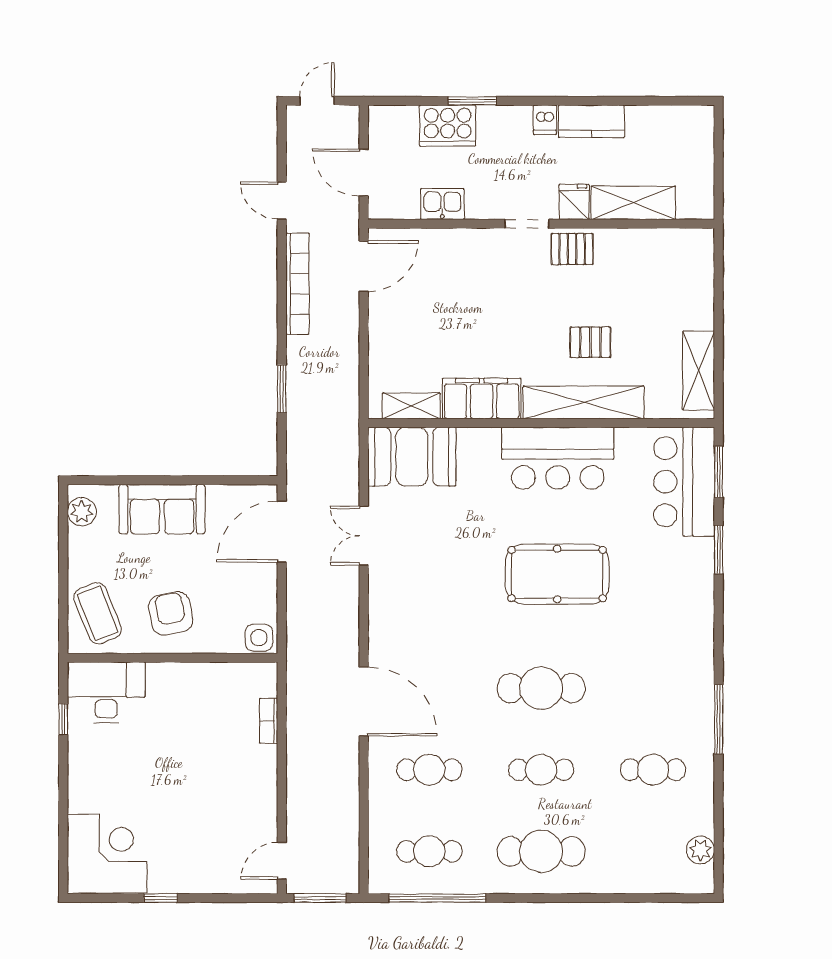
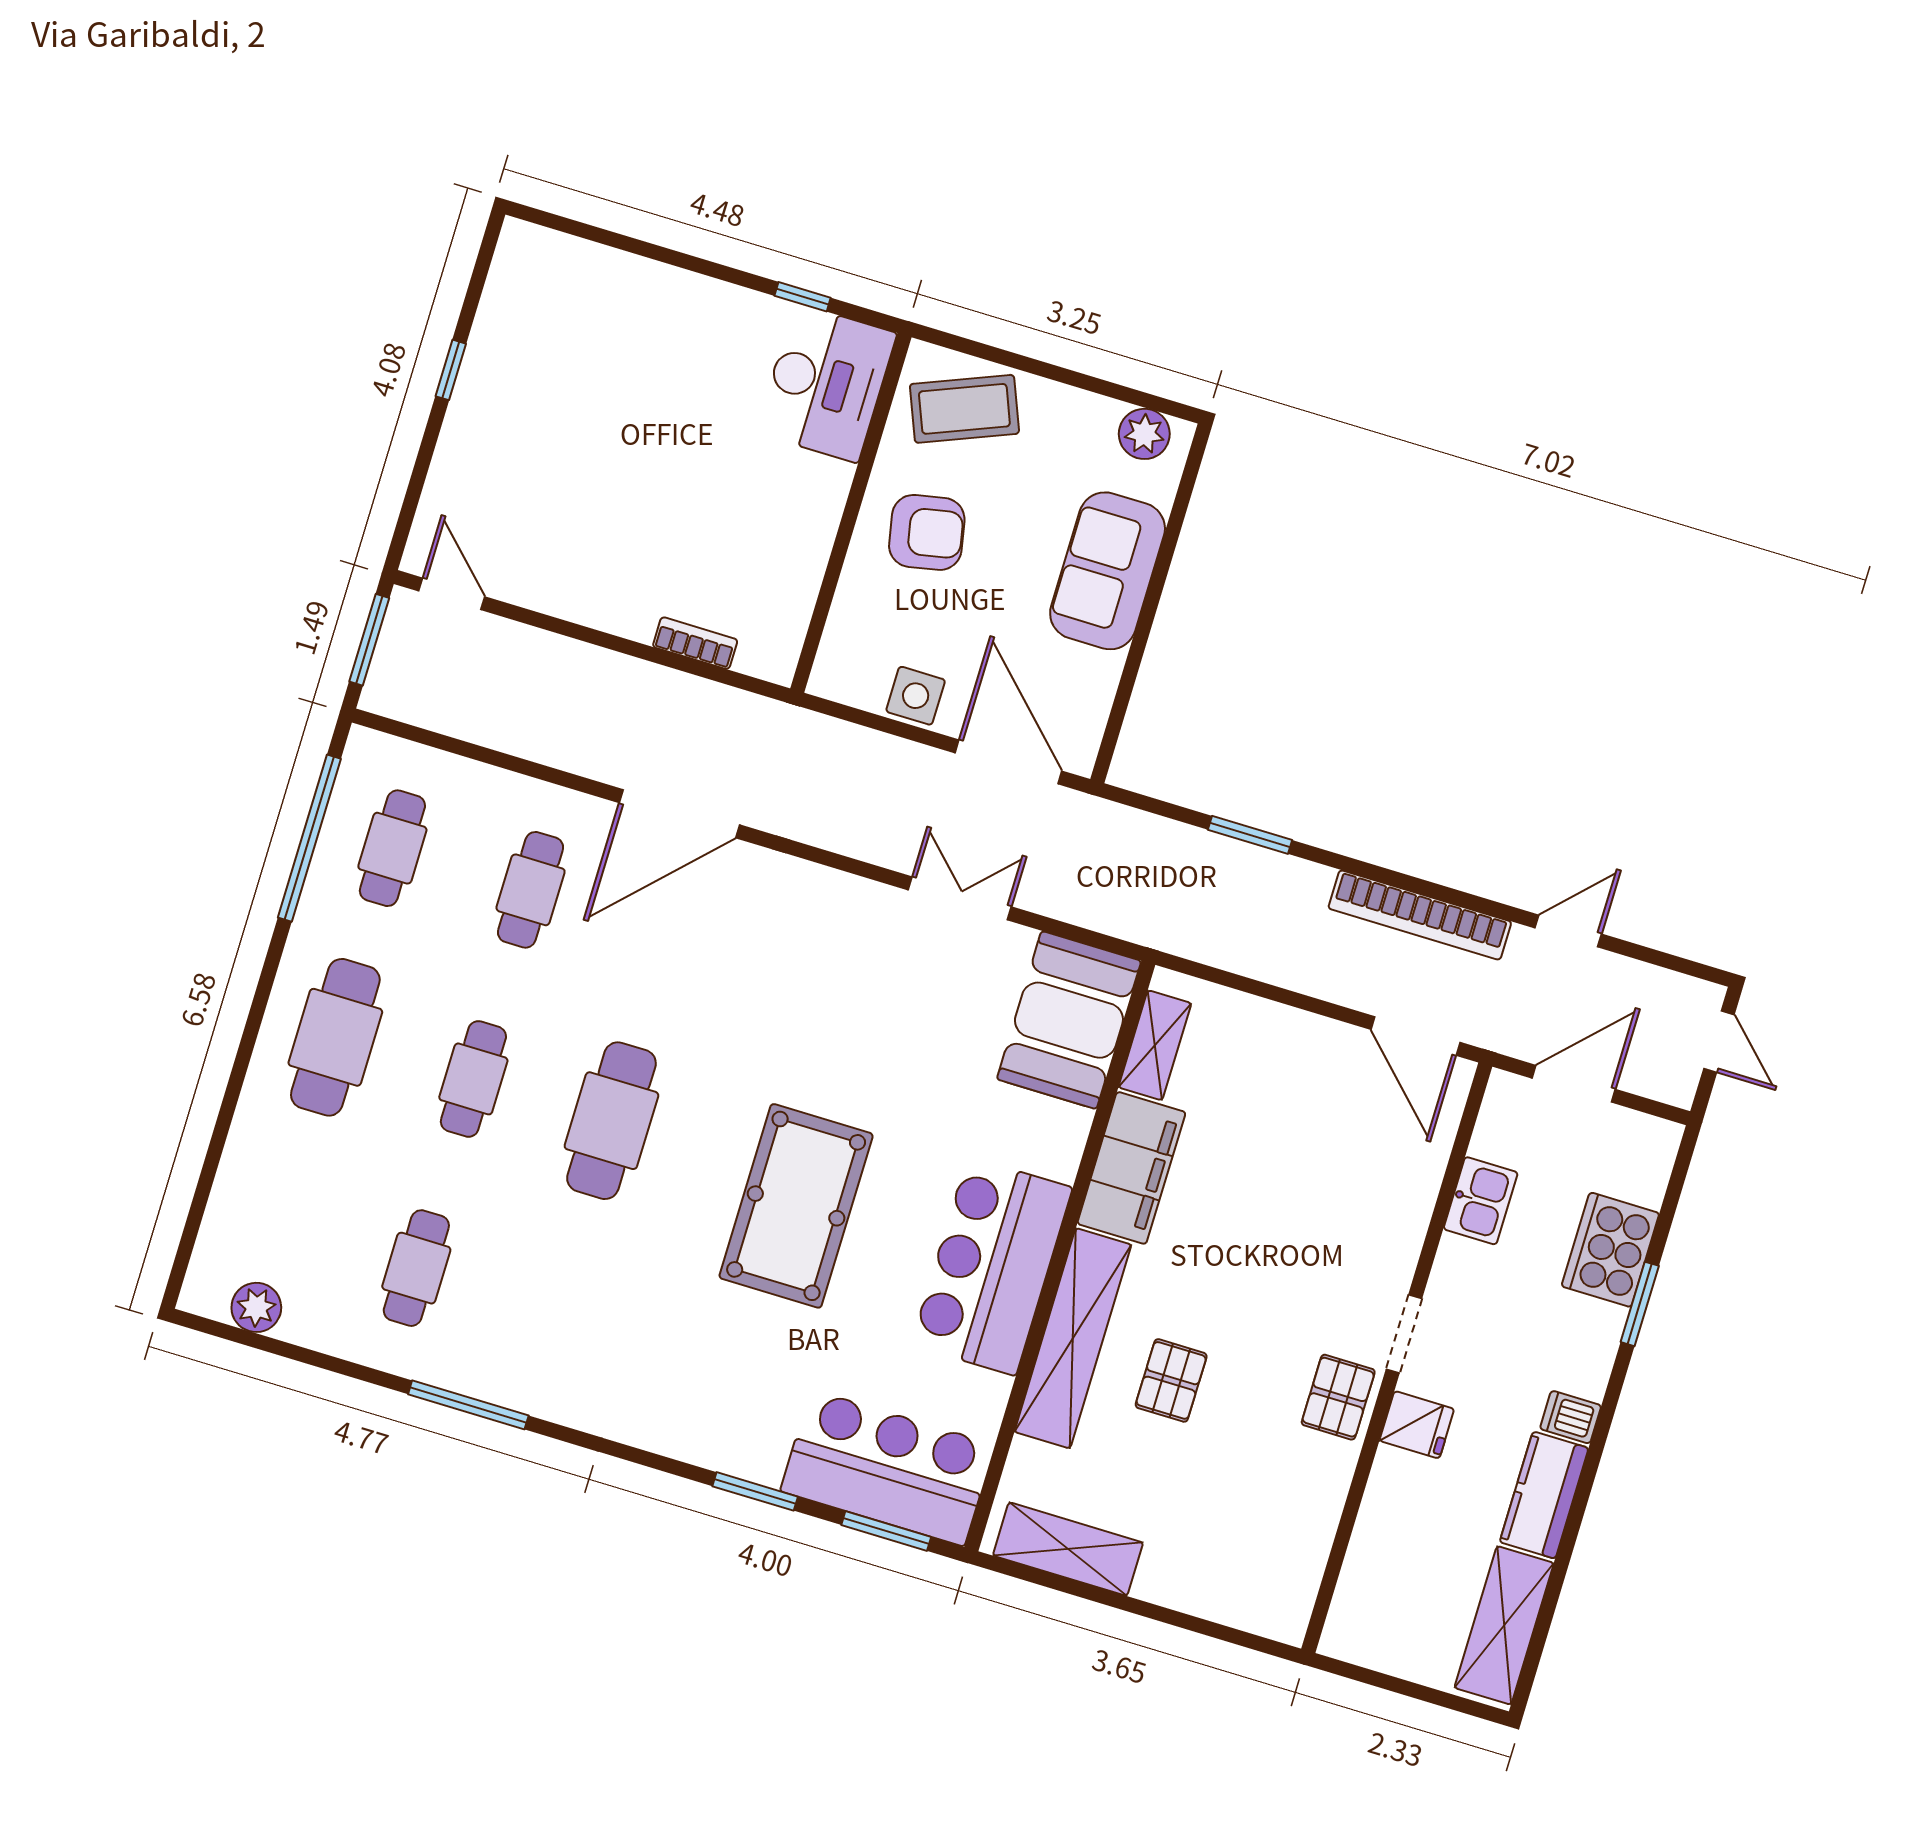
shelving: (633, 203) -> (1504, 1625), moved
side table: (259, 638) -> (916, 696), moved
corner desk: (107, 854) -> (553, 302), removed

